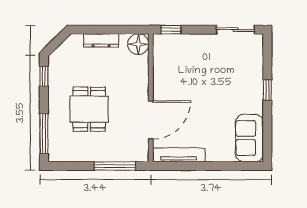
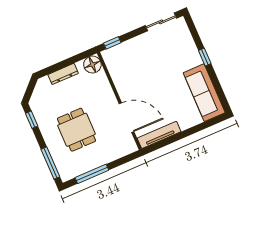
door: (151, 120) -> (127, 118), hinge flipped
sofa: (249, 138) -> (204, 93), width x1.36
window: (115, 166) -> (92, 174), moved

